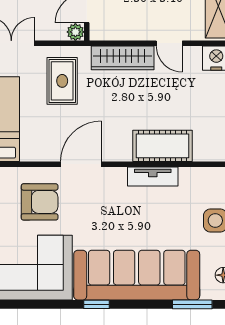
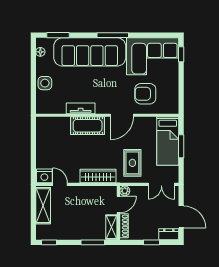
door: (169, 43) -> (60, 184), moved
cot: (162, 146) -> (88, 126), moved
window: (97, 304) -> (113, 35), width x2.17

